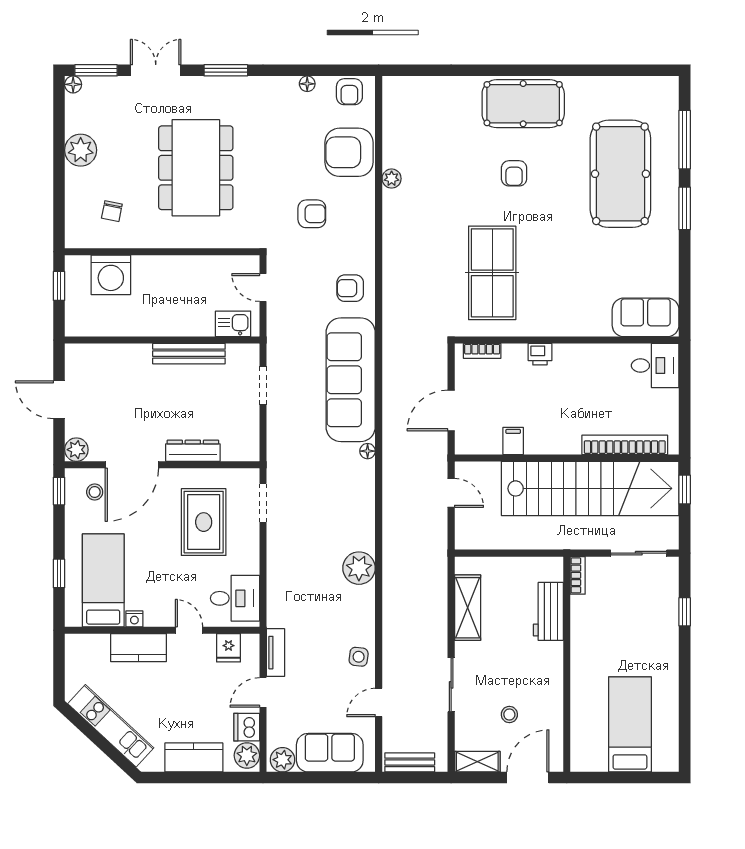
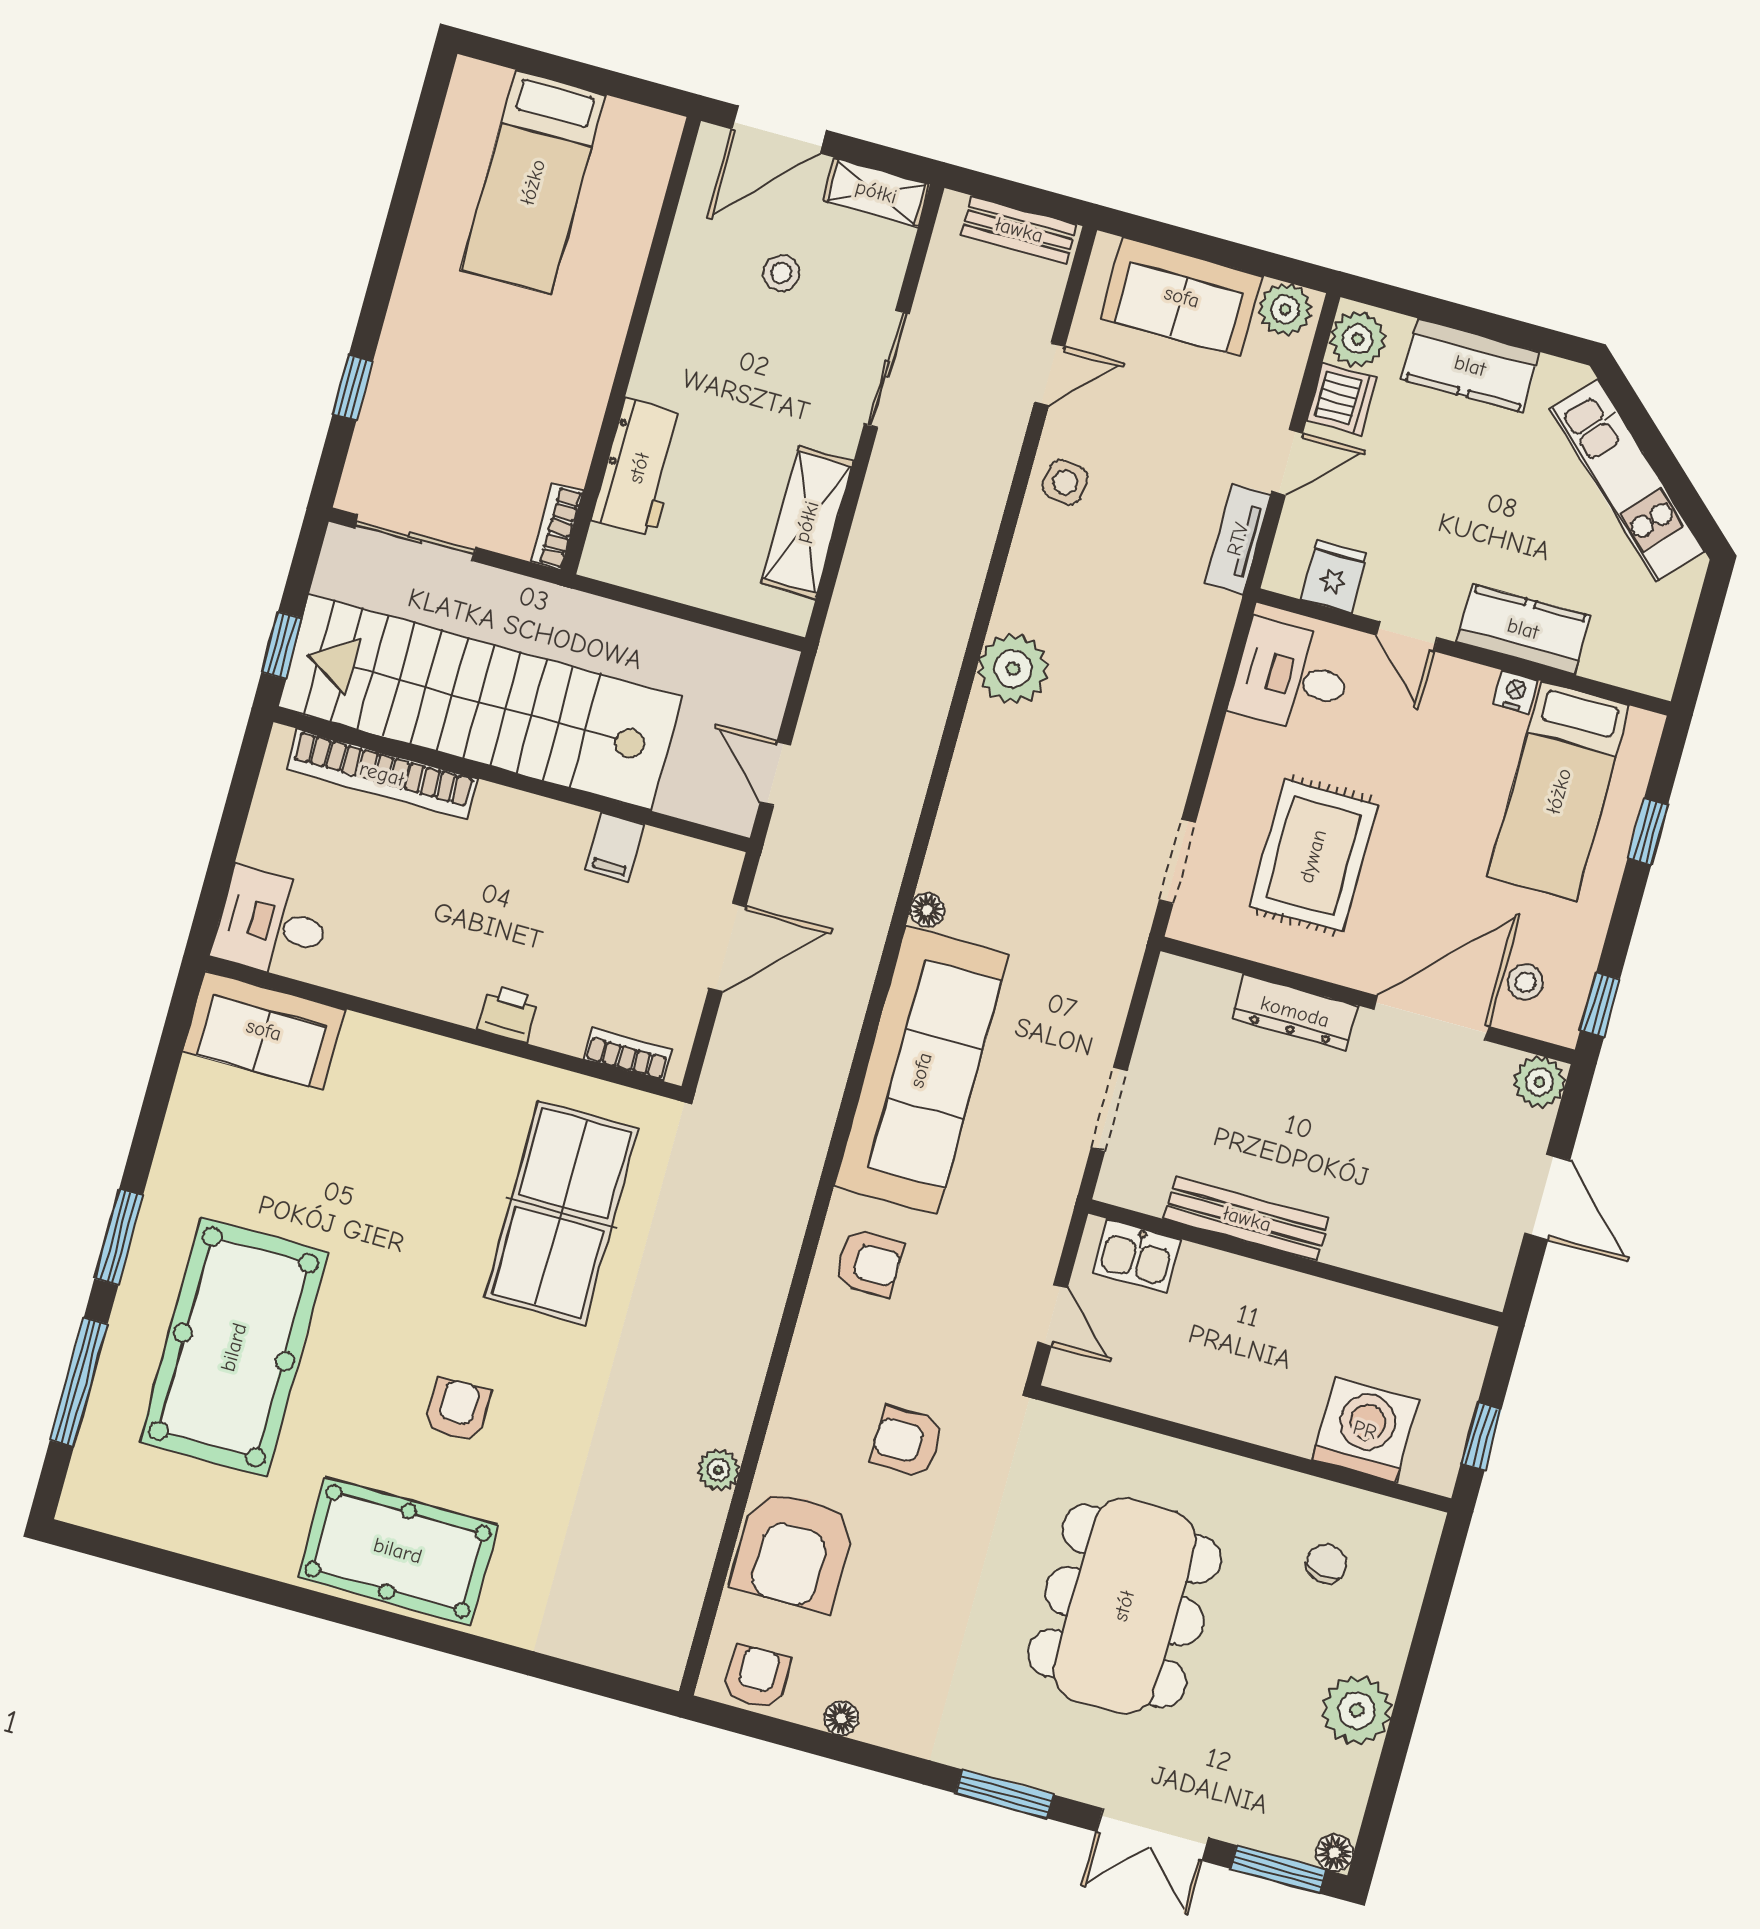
armchair: (349, 152) -> (793, 1550), turned 90

